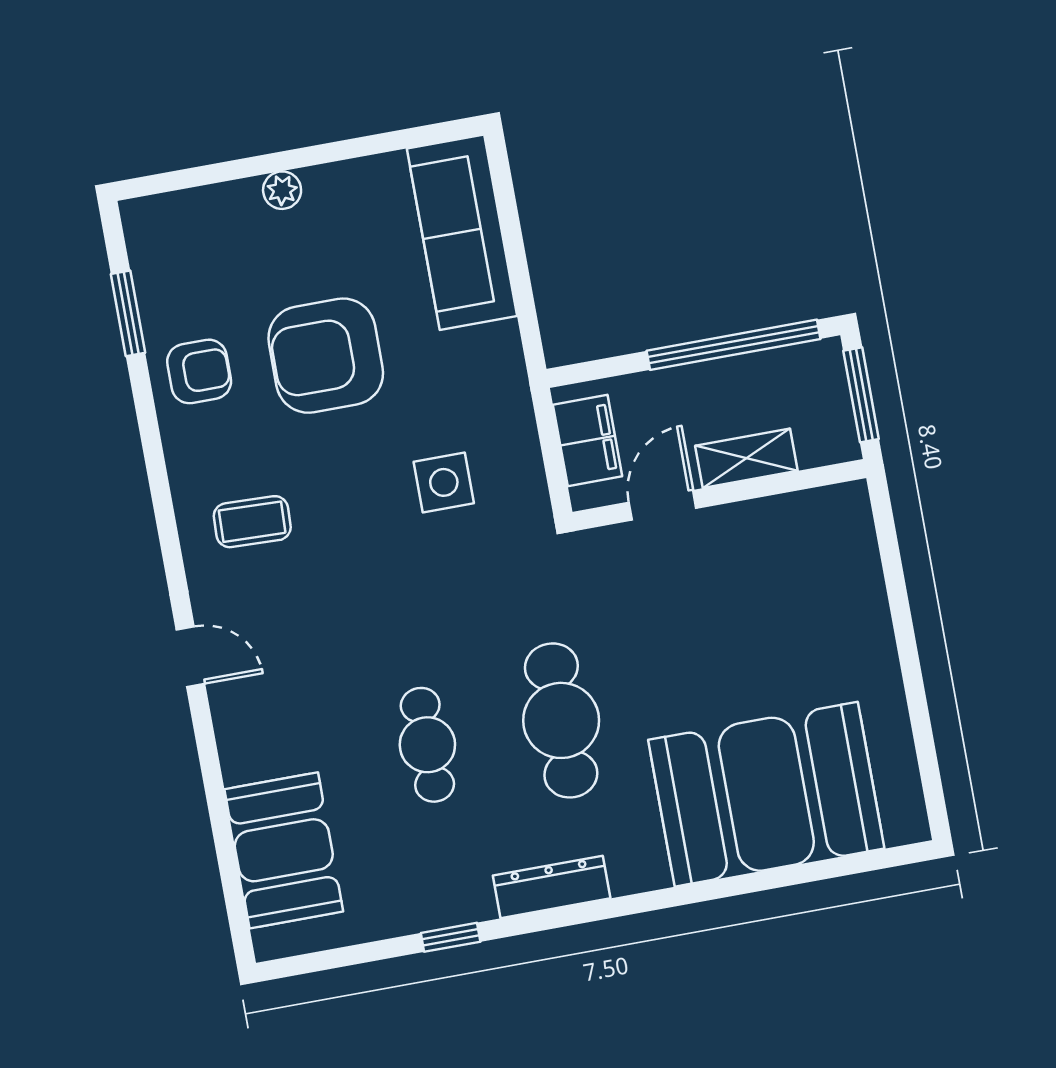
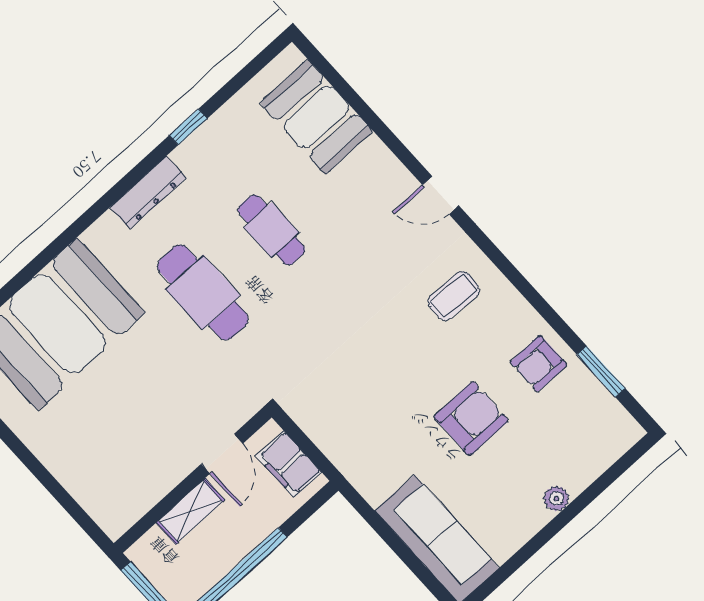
armchair: (326, 356) -> (471, 419), width x0.73, depth x0.73
side table: (444, 482) -> (357, 388), removed

